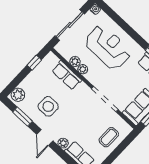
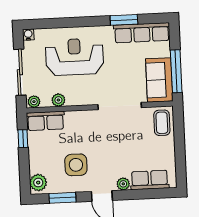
plant: (83, 69) -> (34, 102), moved
row of seats: (67, 75) -> (46, 121), moved
coffee table: (109, 137) -> (162, 123), moved

